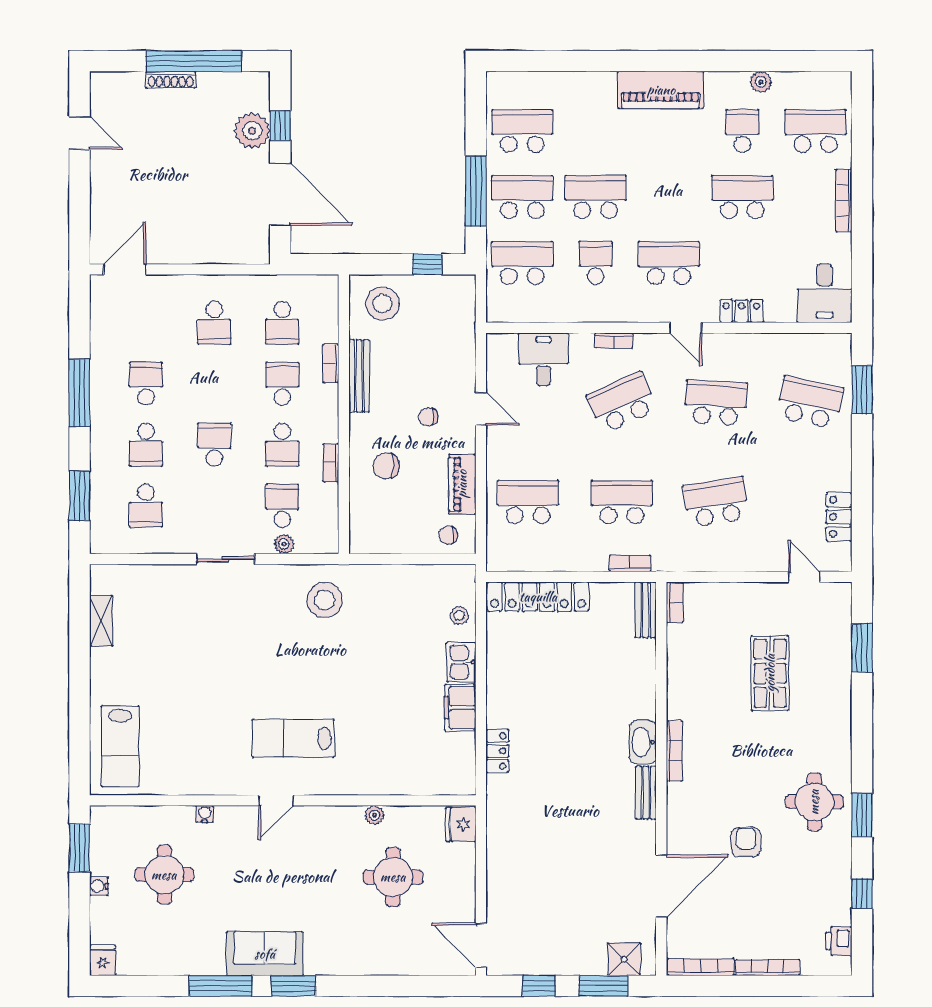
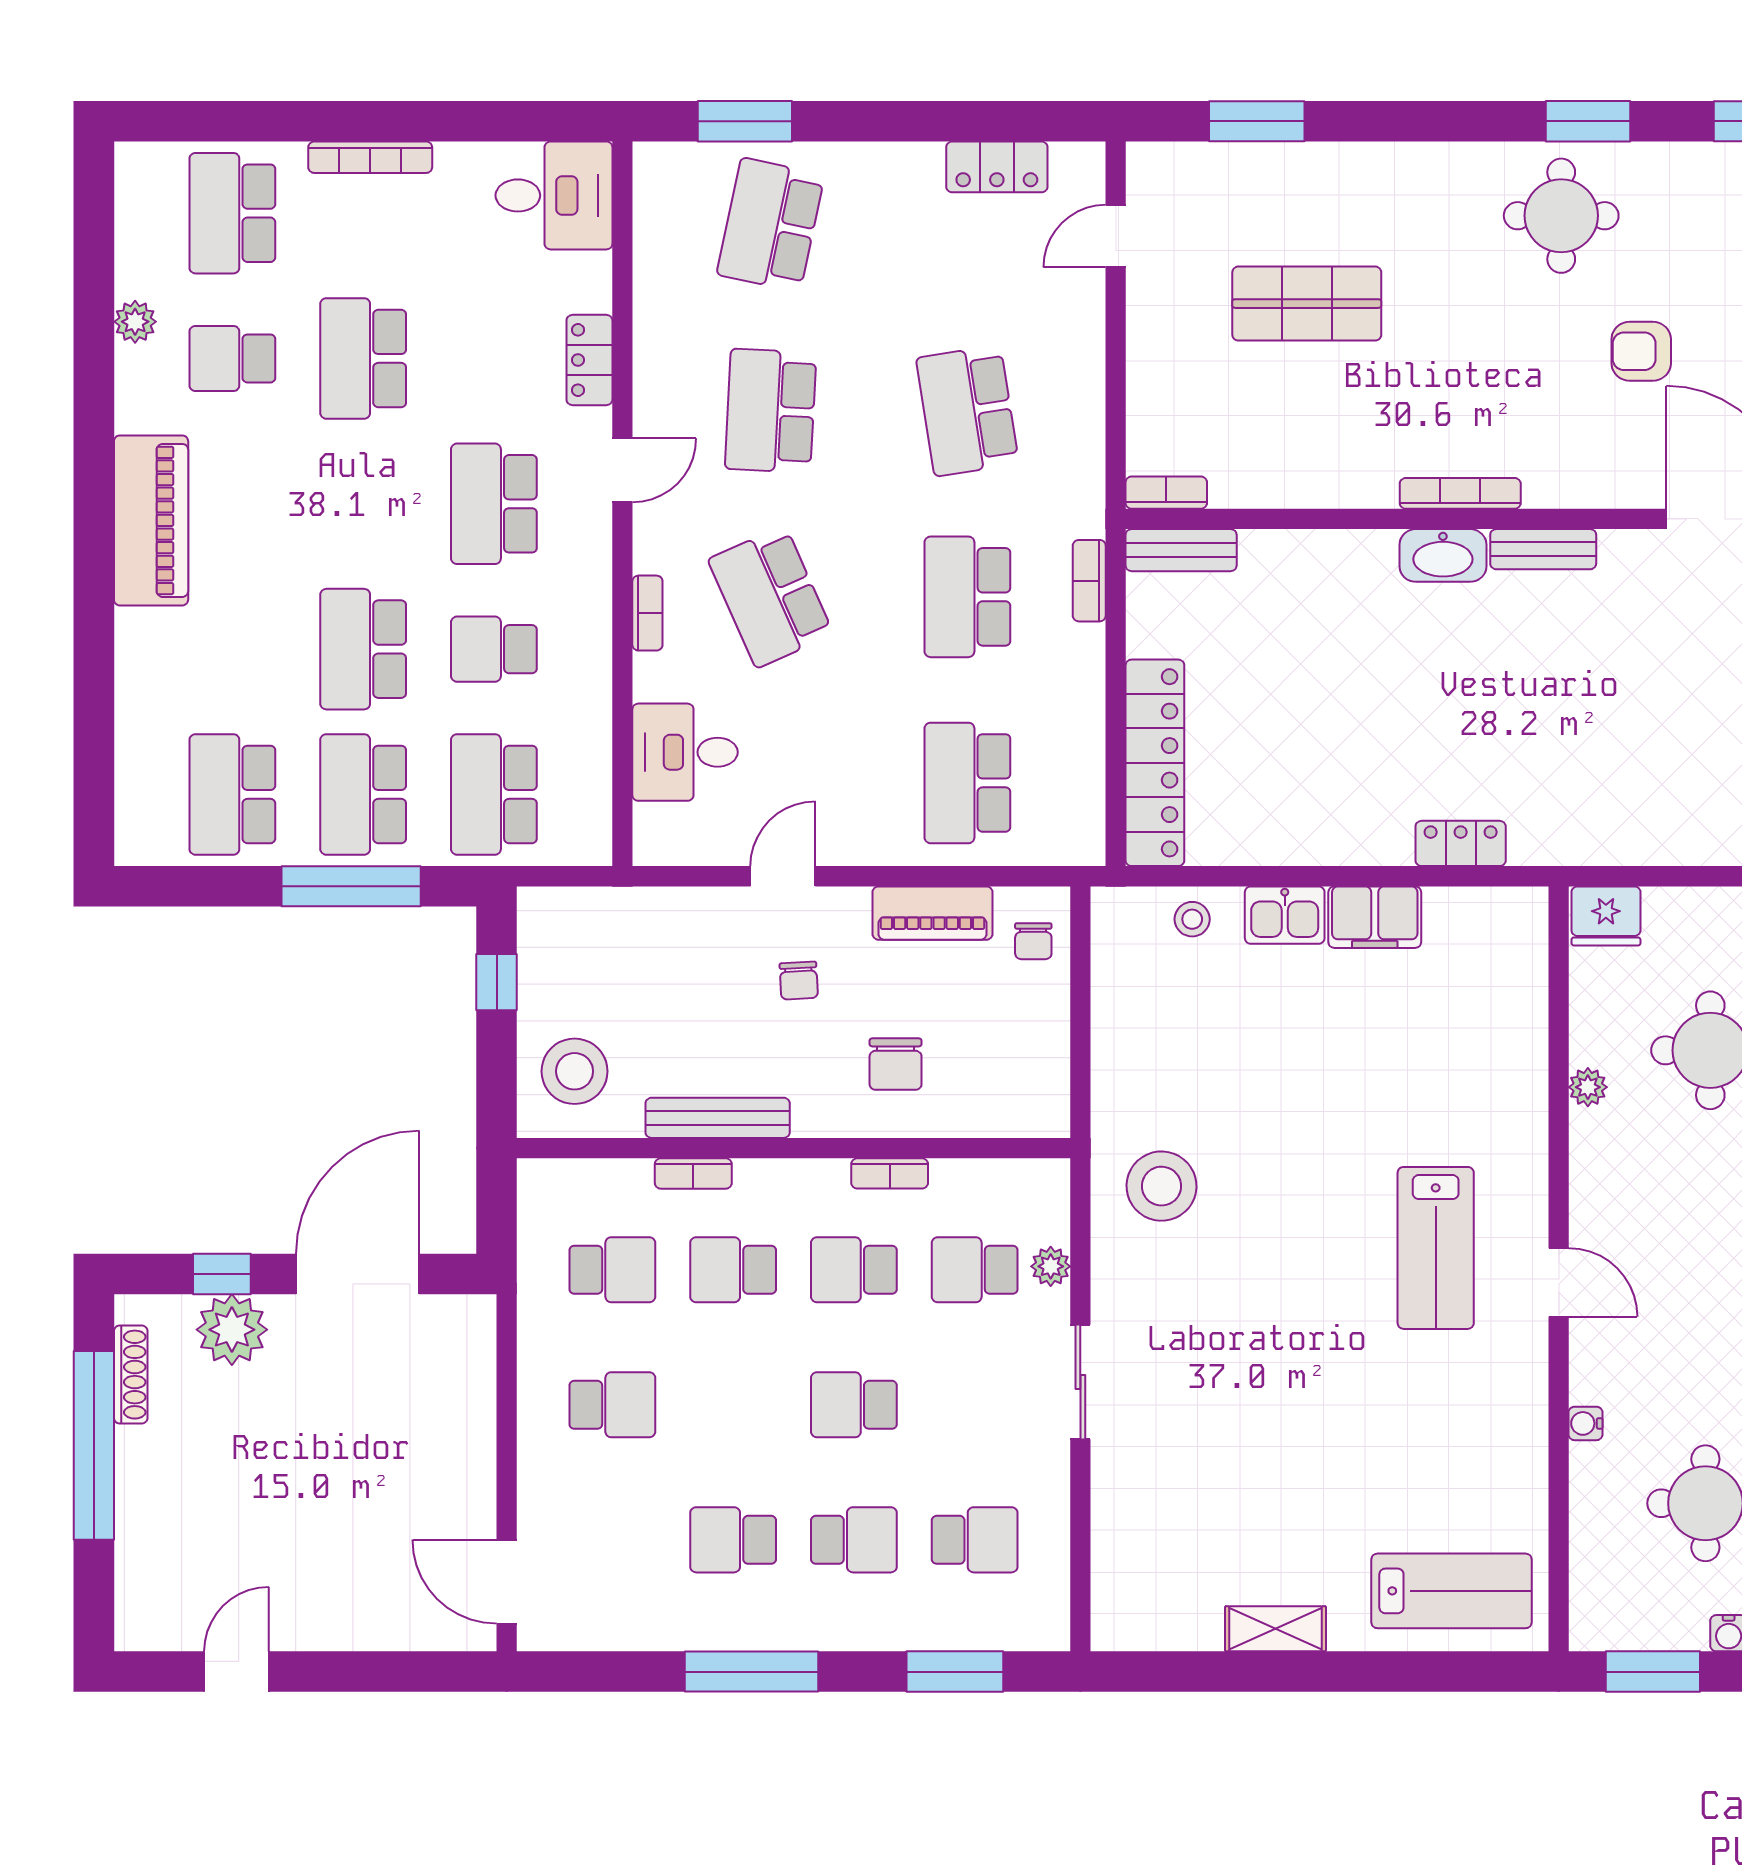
shoe rack: (171, 80) -> (131, 1375), moved
school desk: (282, 445) -> (854, 1270), turned 180
shelving: (101, 621) -> (1275, 1629), moved

